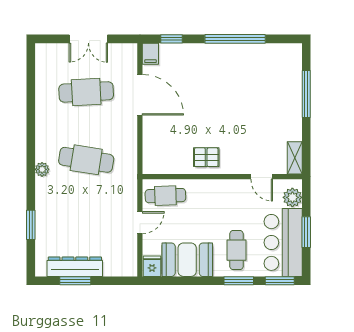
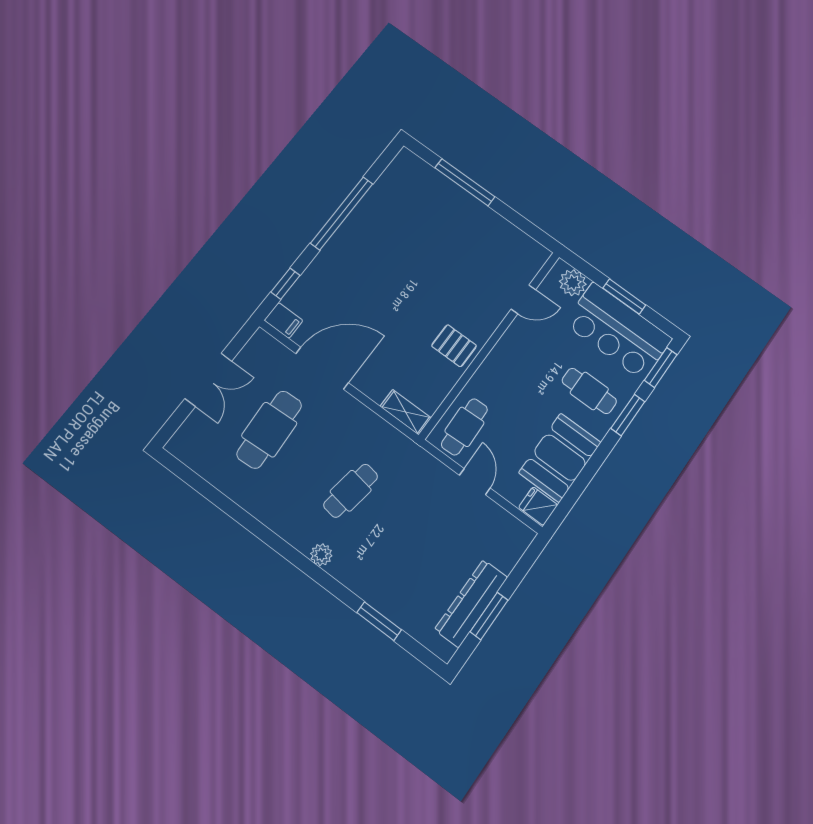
pallet: (206, 157) -> (454, 346), turned 90
shelving: (295, 158) -> (406, 412), moved
cafe table: (86, 160) -> (351, 491), width x0.73, depth x0.74

